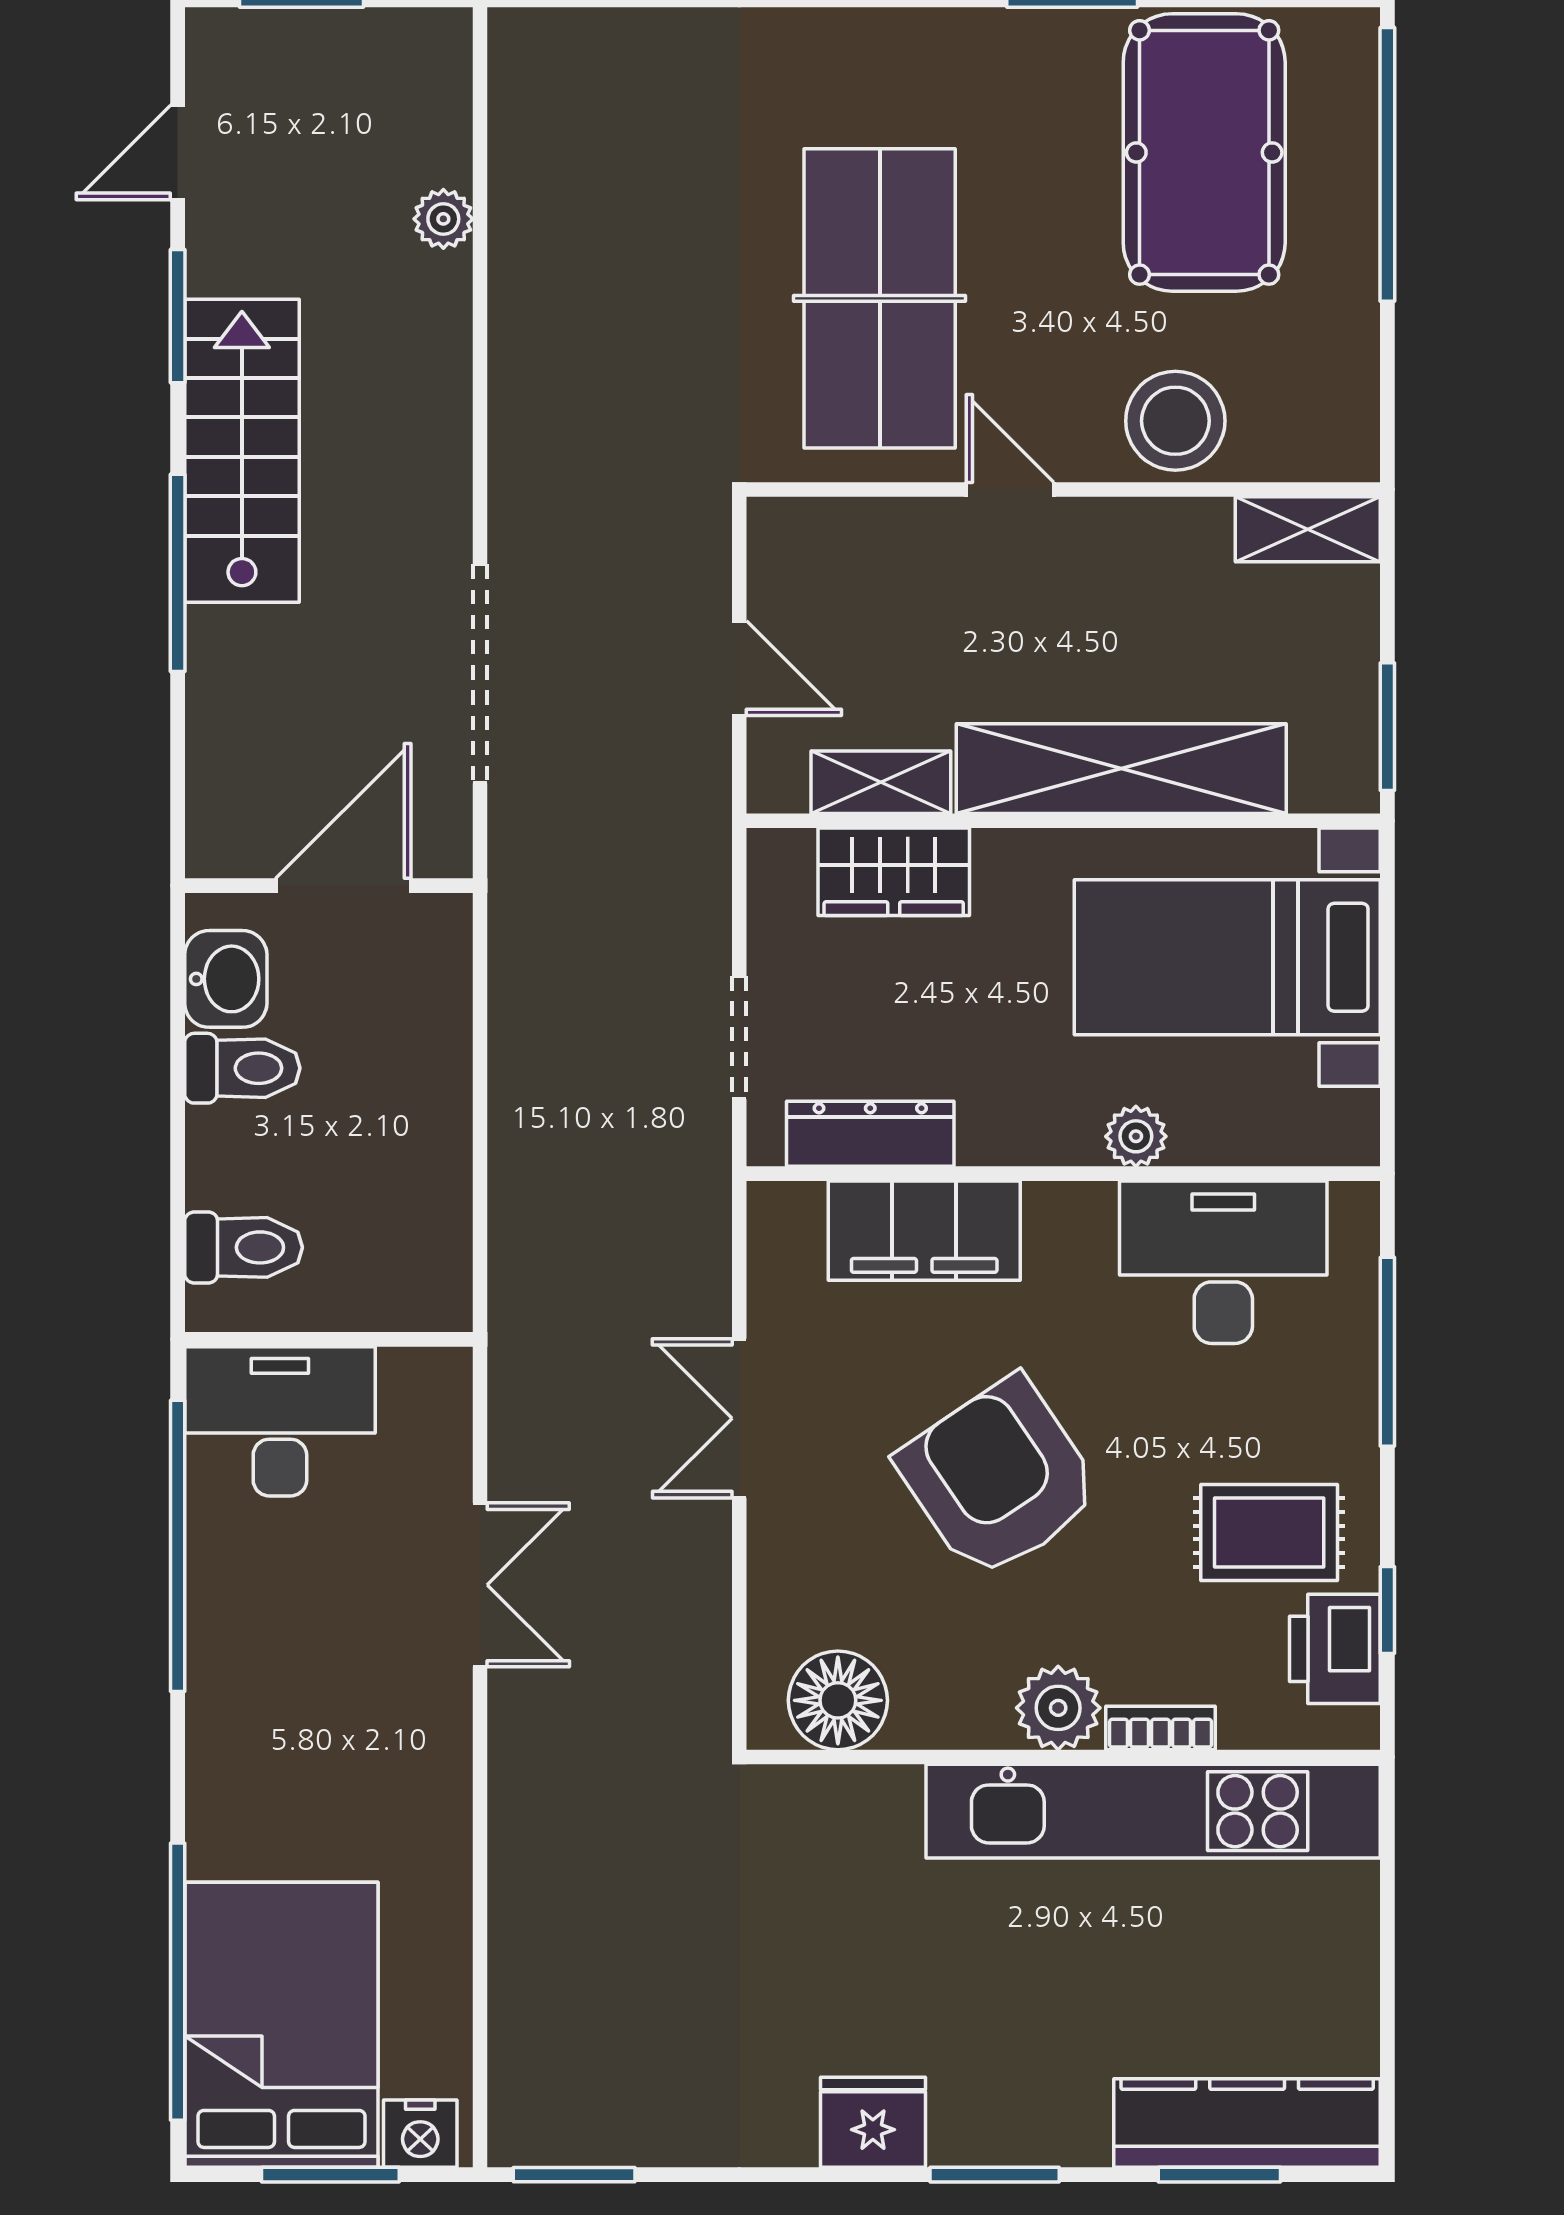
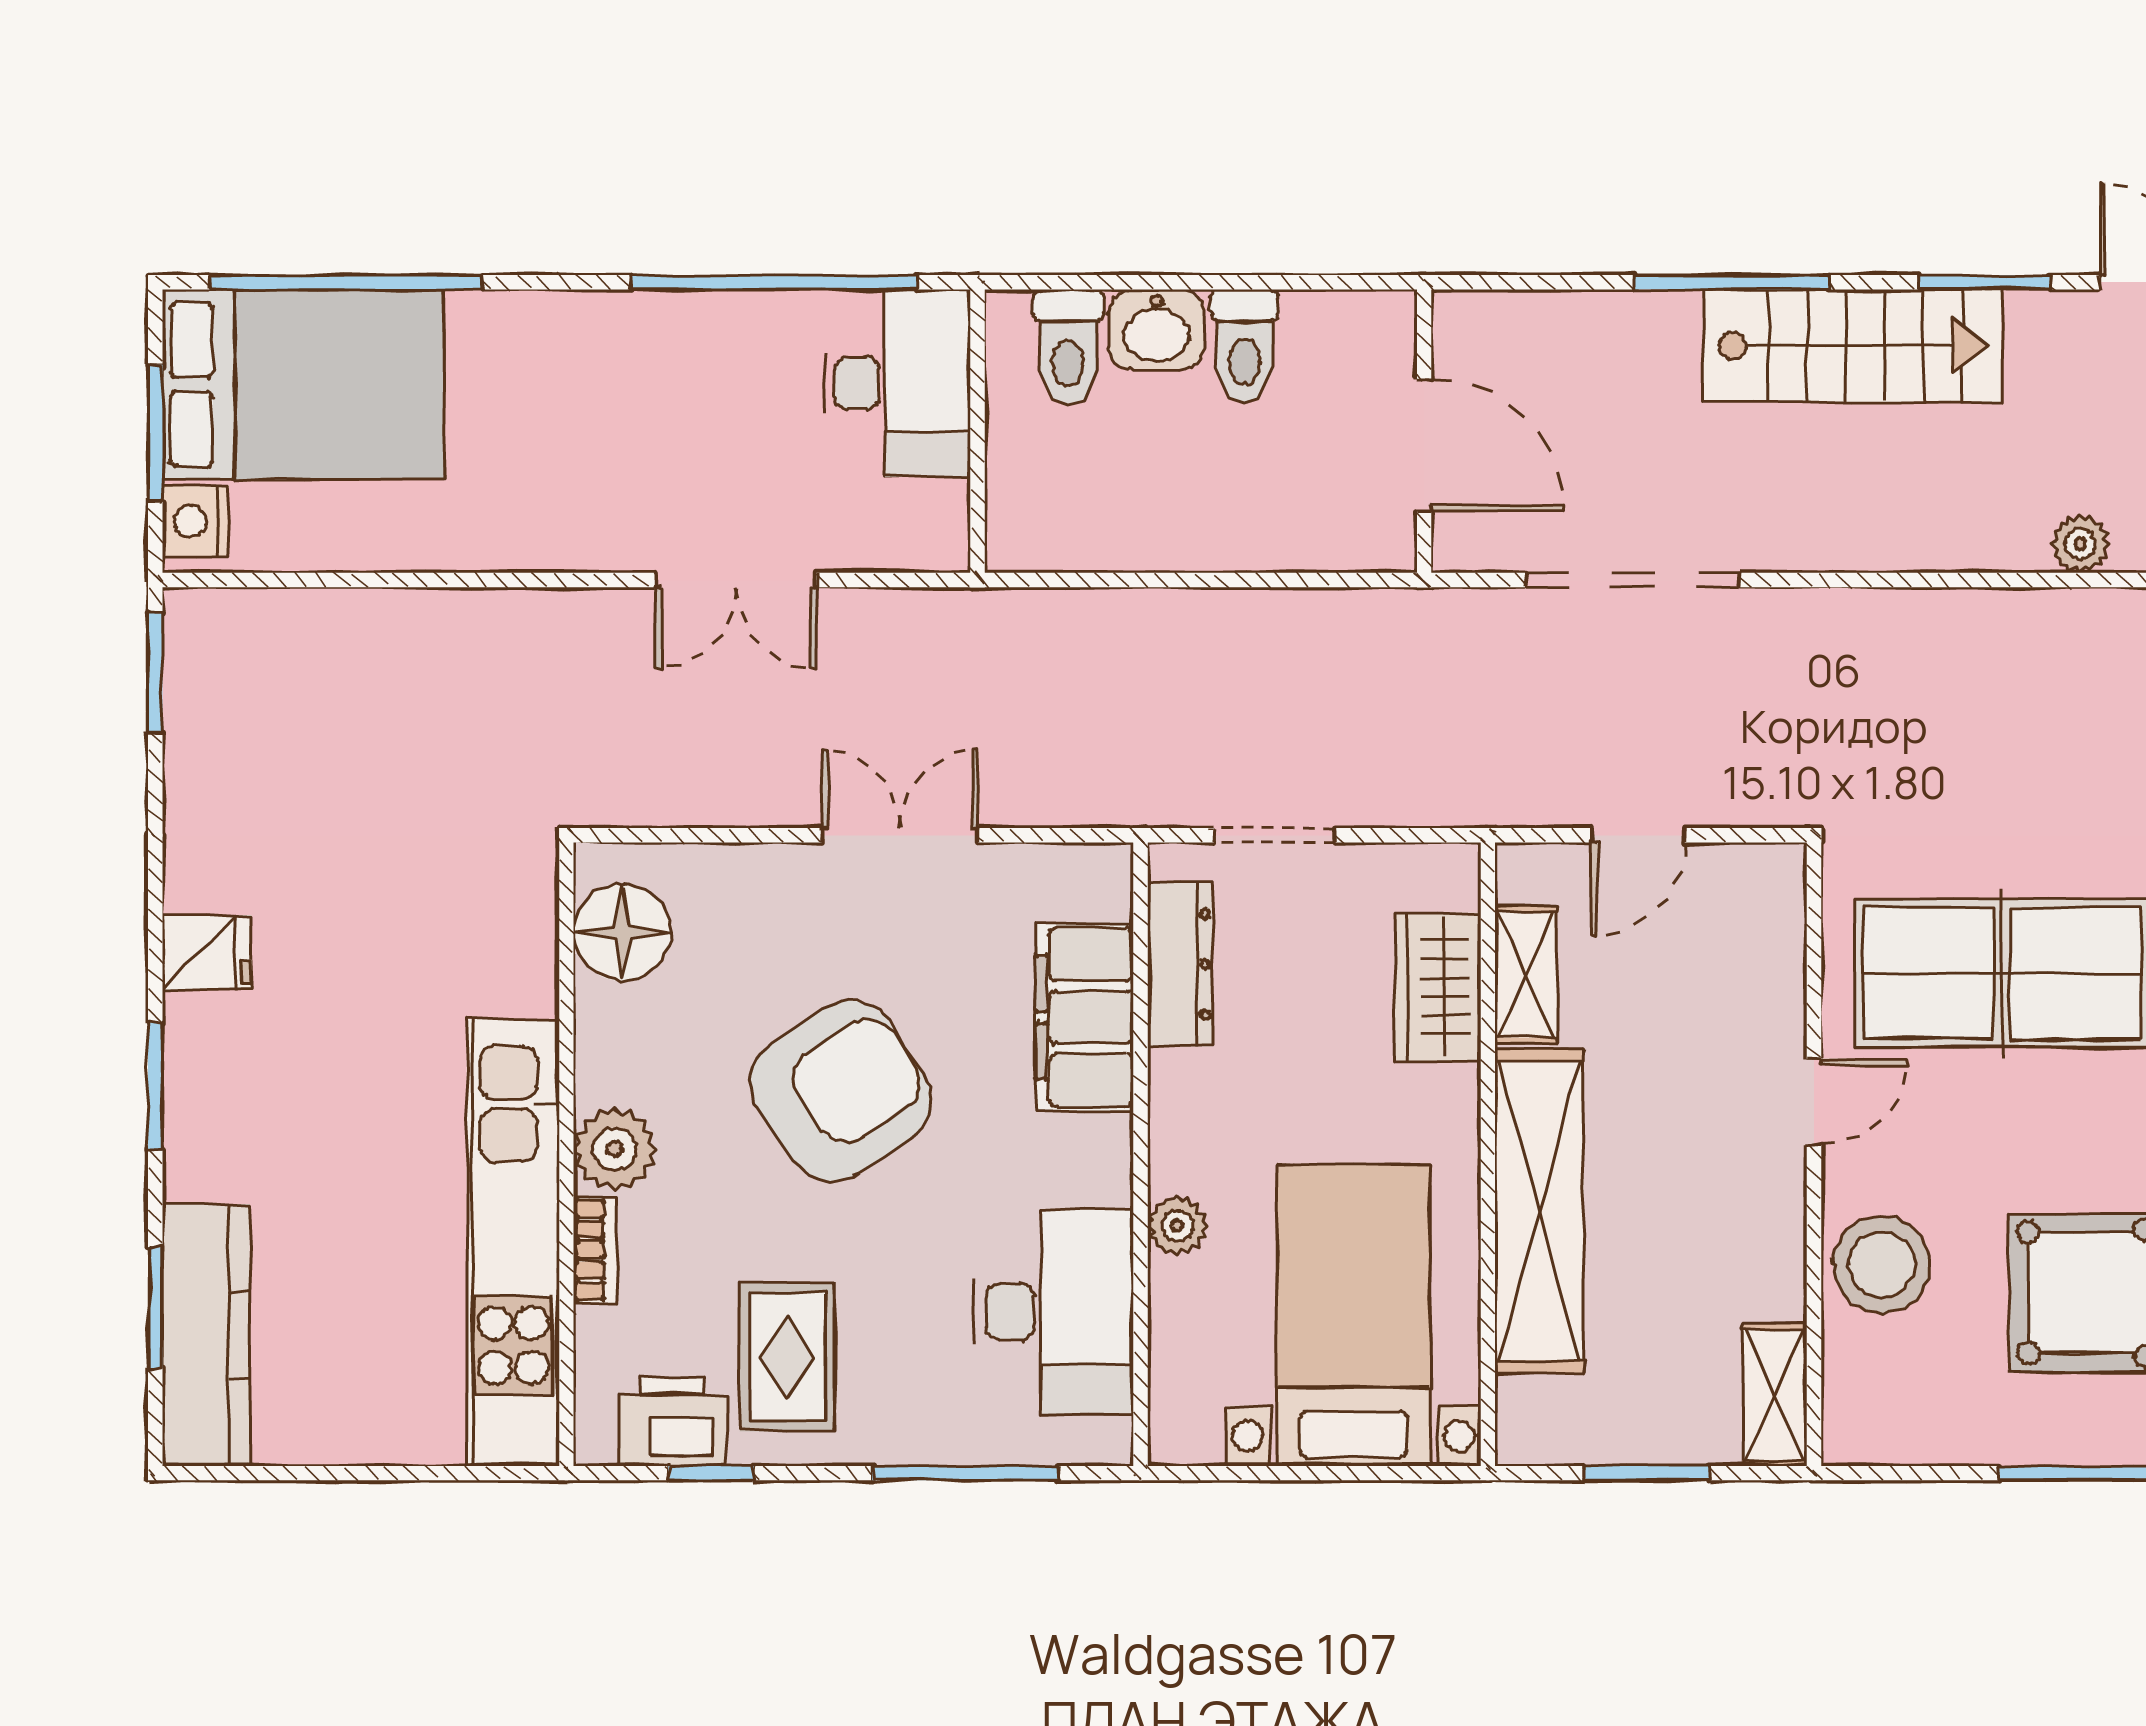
window: (1387, 727) -> (1647, 1473), moved
washbasin: (226, 979) -> (1156, 330), moved
fridge: (873, 2122) -> (207, 952), width x0.72

